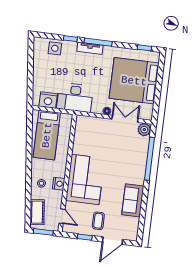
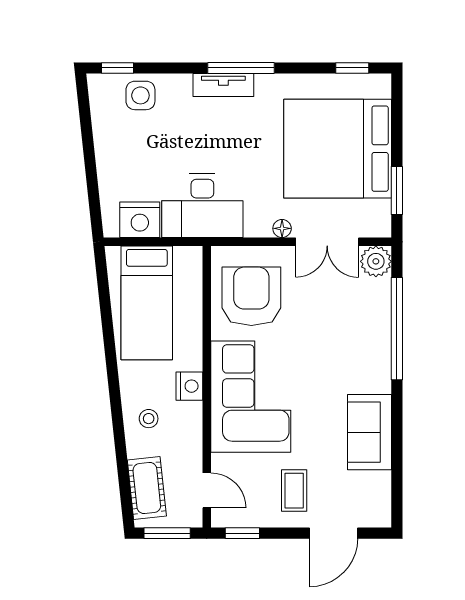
window: (70, 39) -> (118, 68), moved
window: (157, 101) -> (397, 191), added
double door: (125, 119) -> (327, 242), swing flipped
armchair: (91, 138) -> (251, 296), added
nightstand: (59, 184) -> (189, 386), moved
window: (85, 237) -> (242, 533), moved

